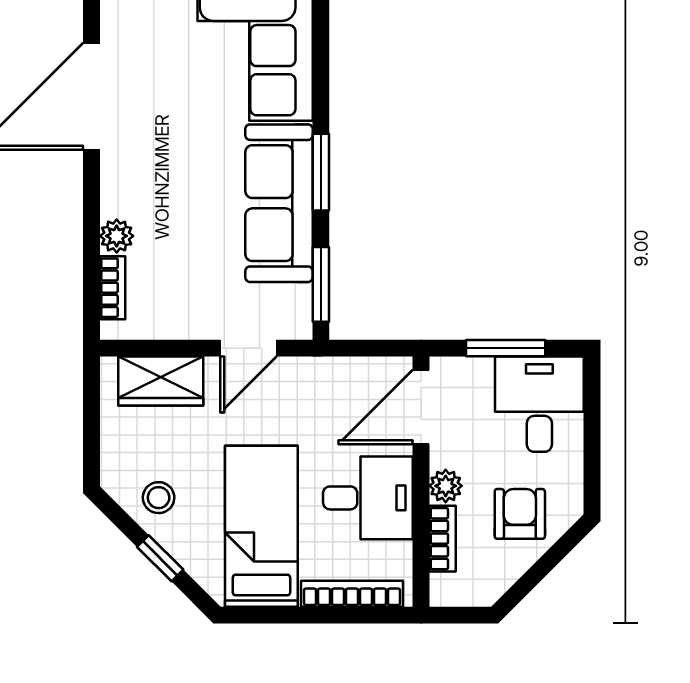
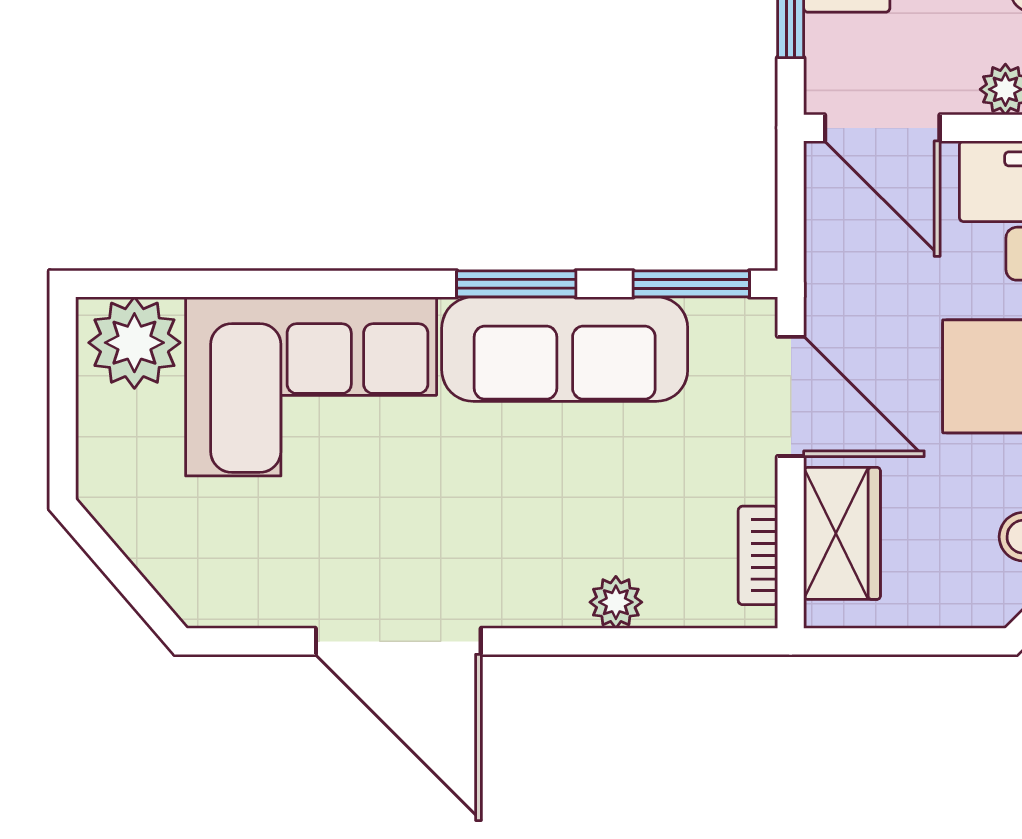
bookcase: (112, 288) -> (758, 555), moved, turned -90
door: (249, 348) -> (791, 396), width x1.38

